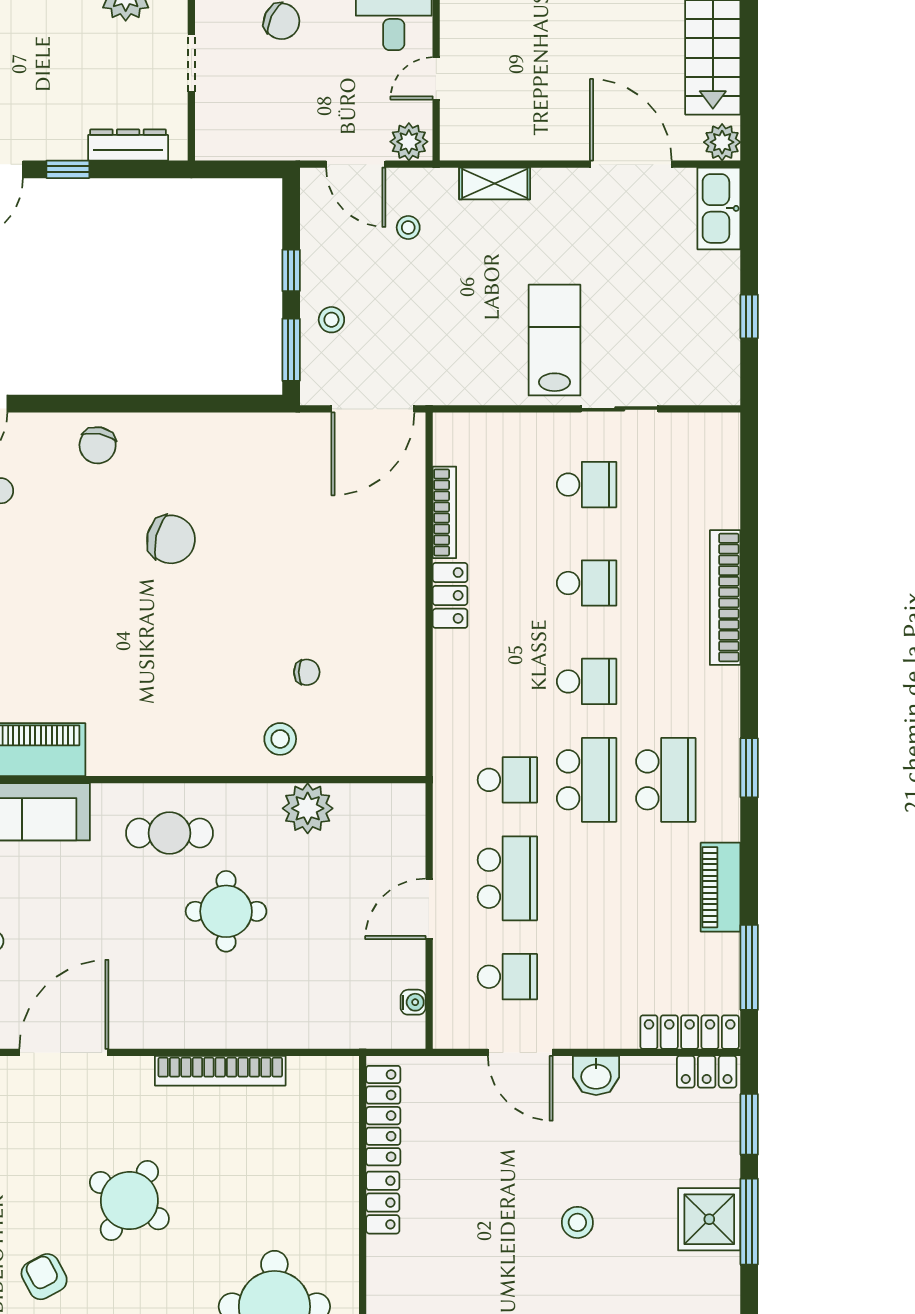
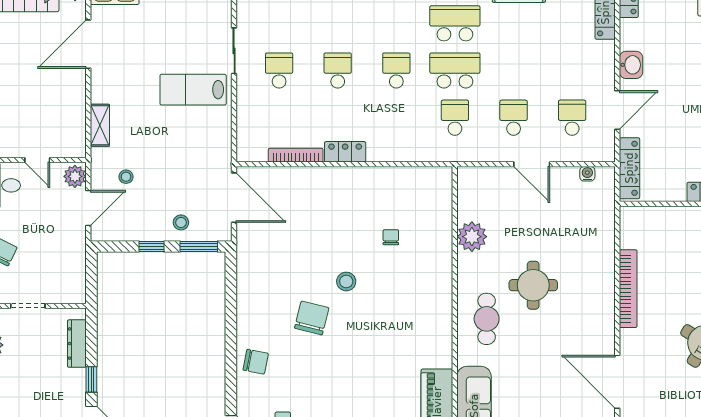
stool: (280, 739) -> (346, 281), moved
school desk: (507, 878) -> (514, 118), width x0.54
locker: (383, 1116) -> (629, 168), moved, turned 90

